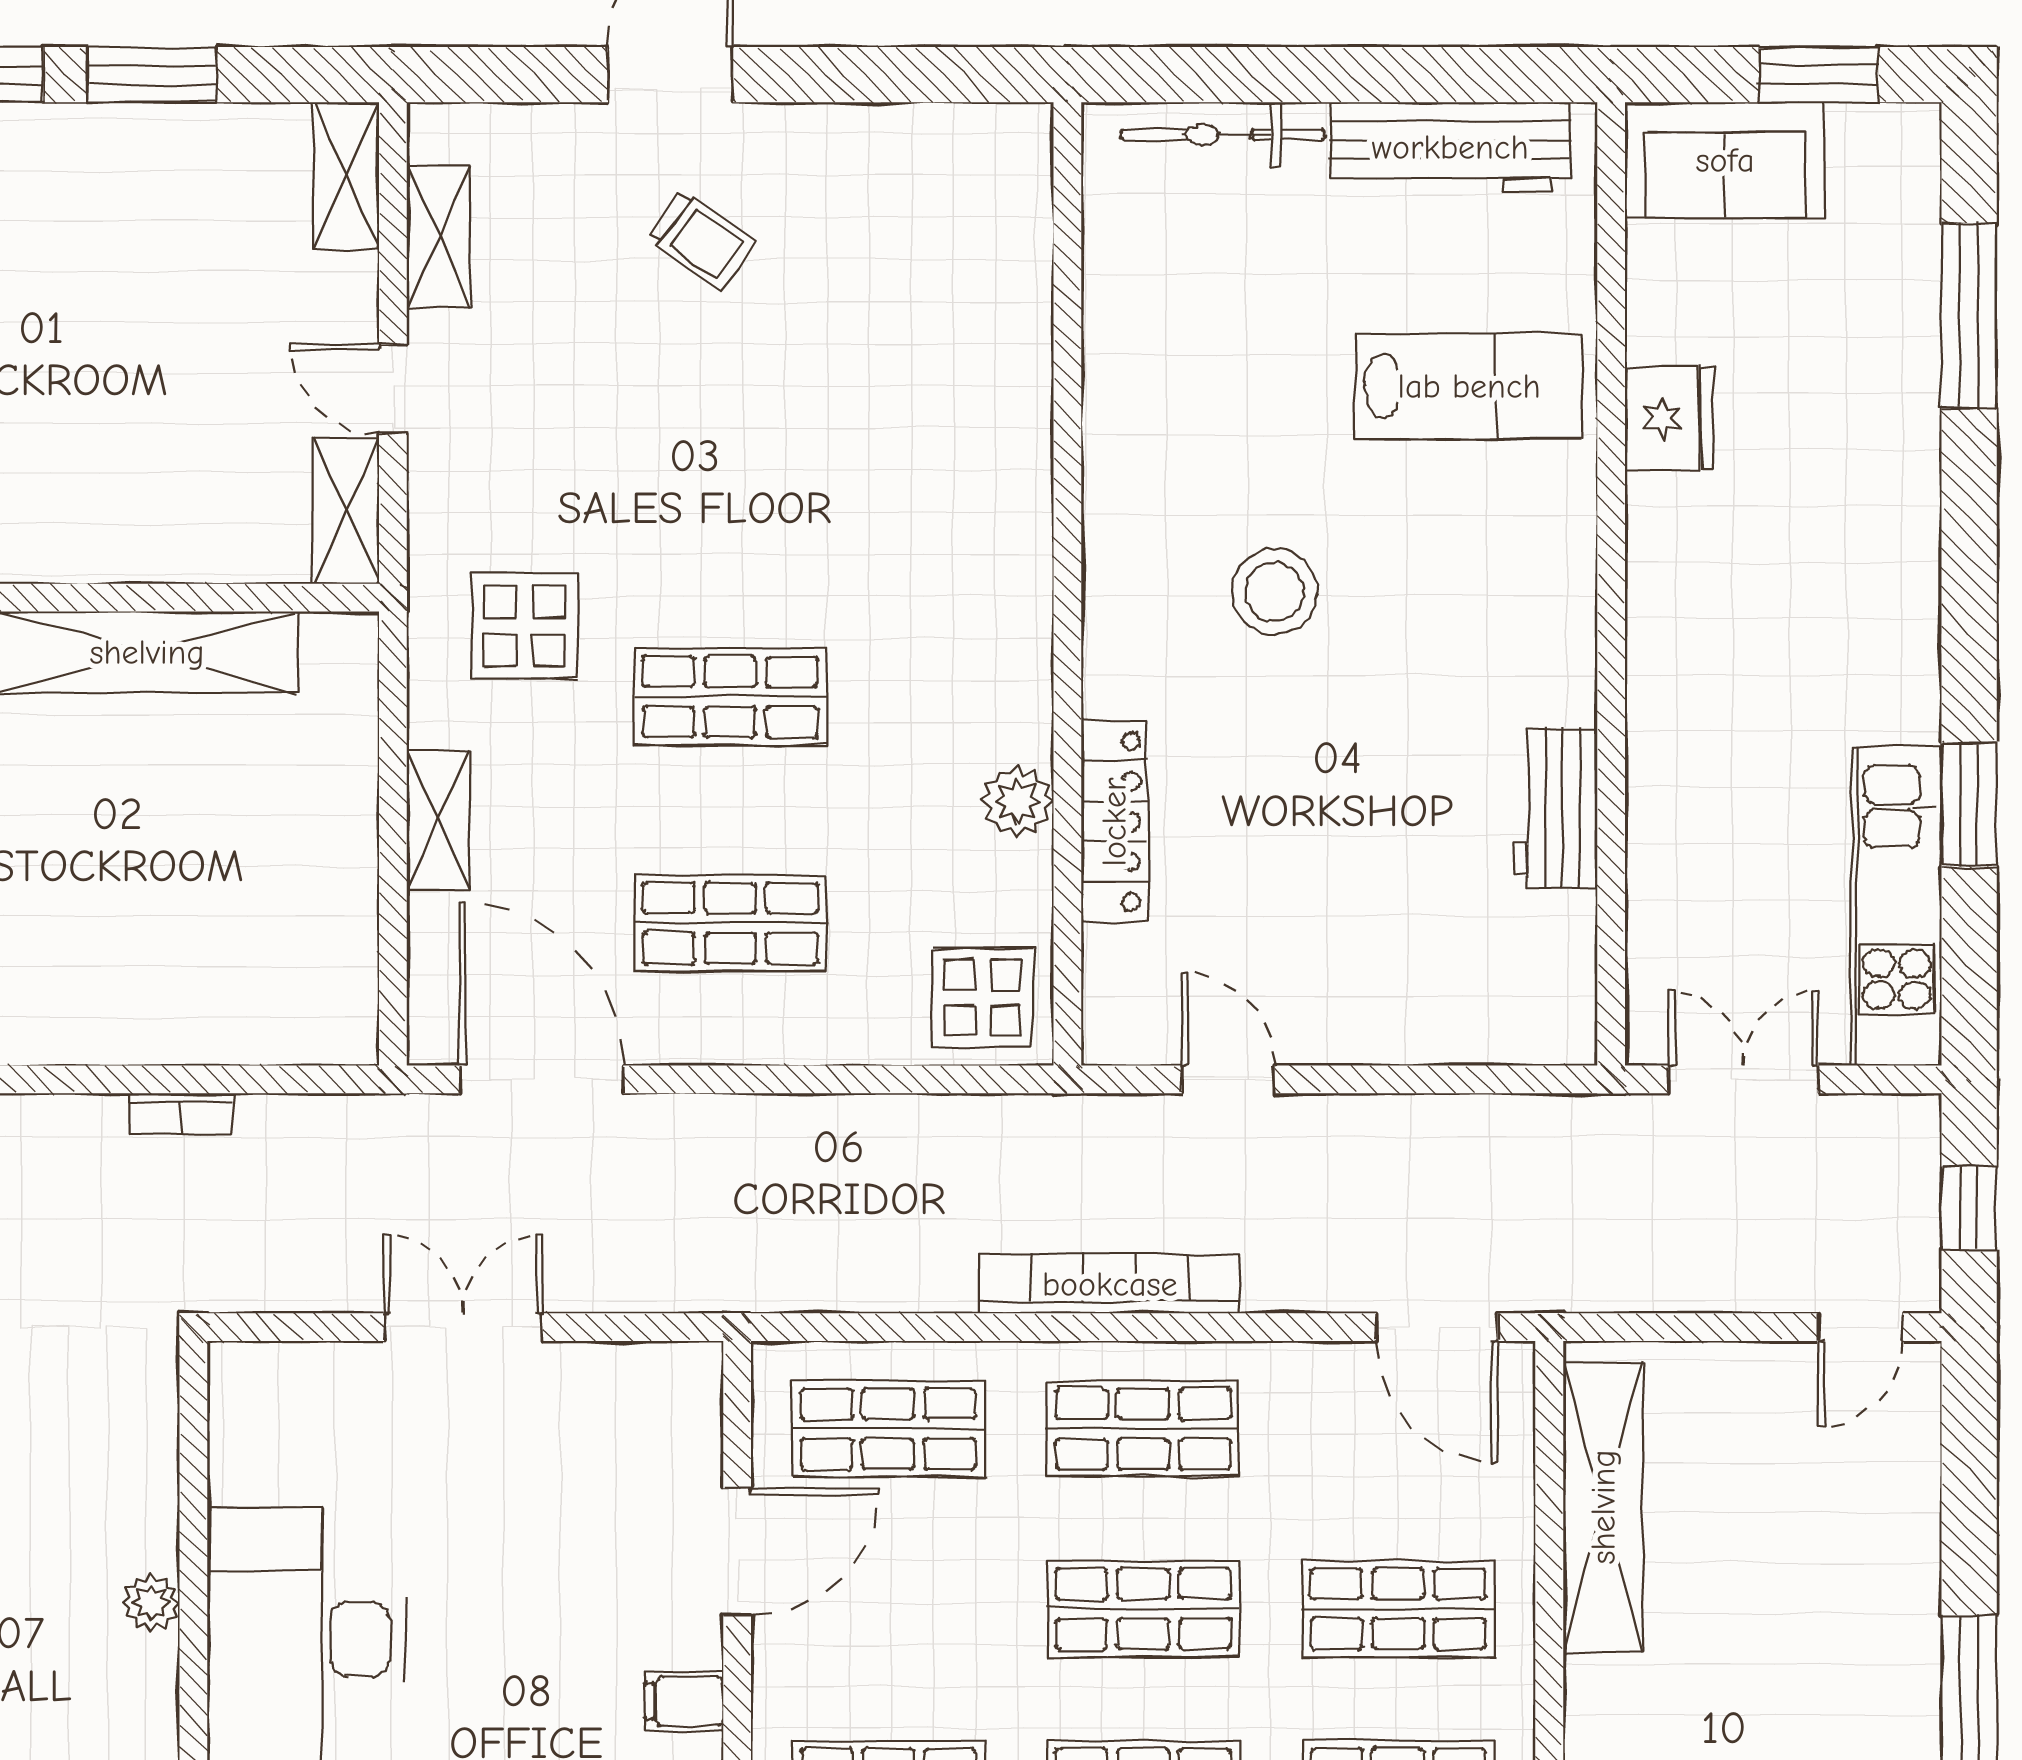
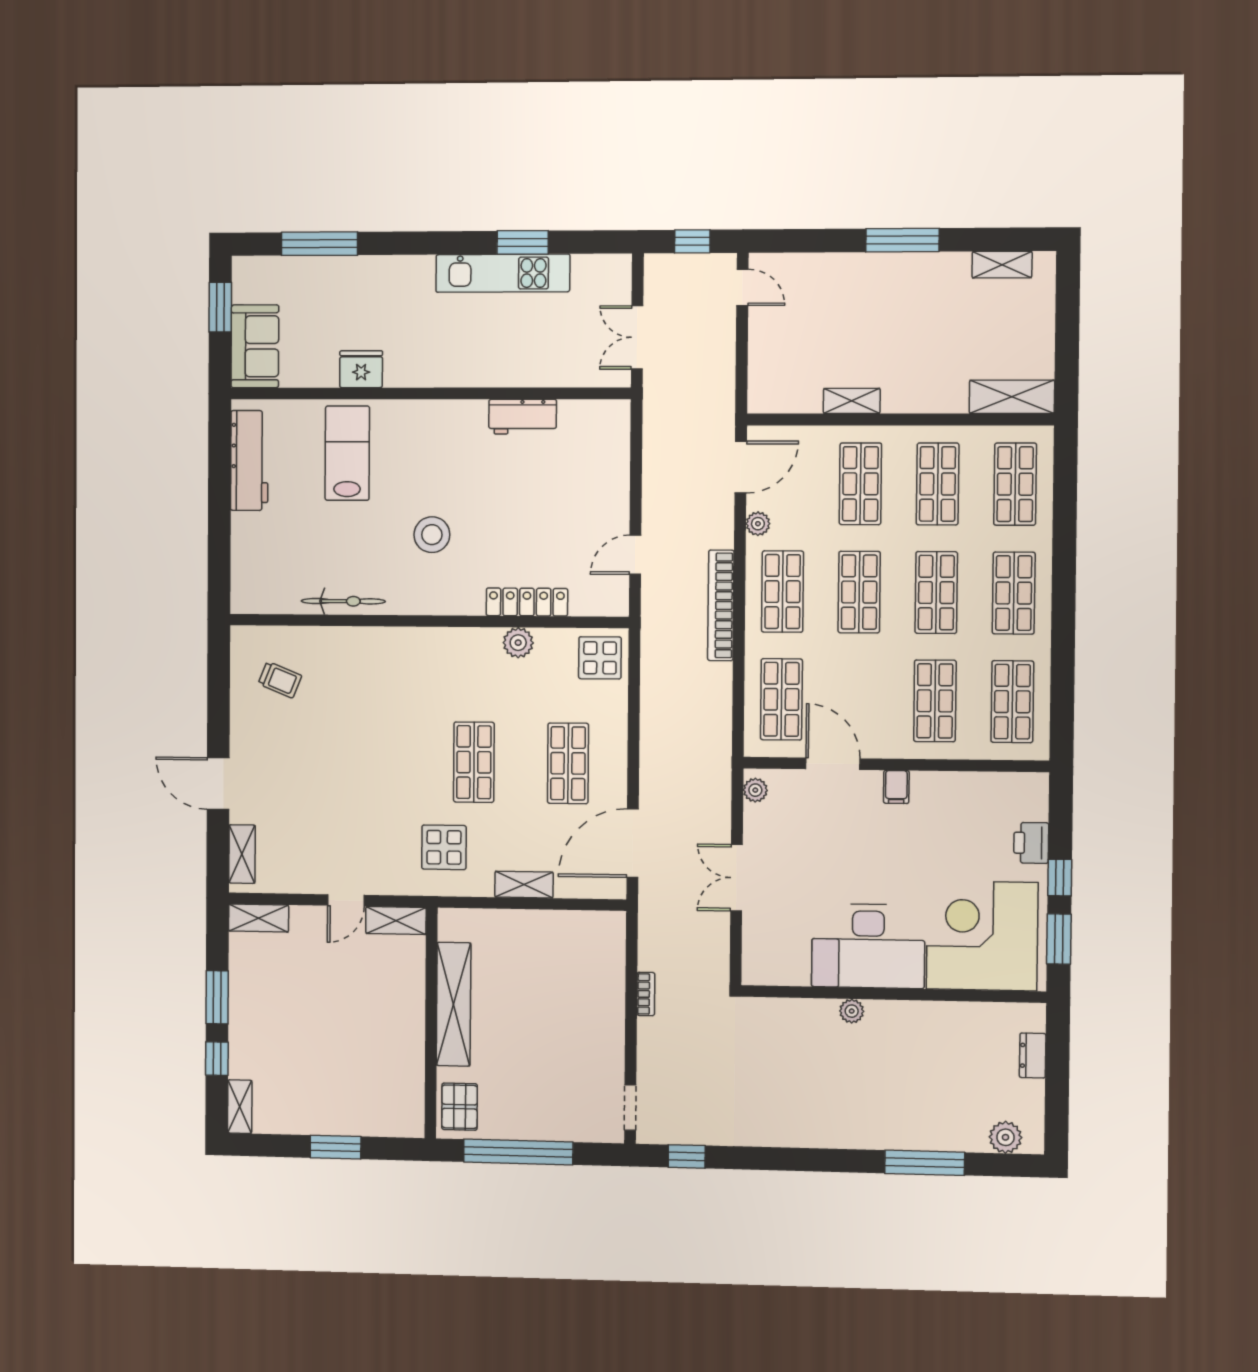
bicycle: (1223, 134) -> (343, 601), moved, turned -90
shelving: (439, 237) -> (242, 854), moved, turned 90
trolley: (702, 240) -> (280, 680), moved, turned 76
kitchen unit: (1896, 906) -> (503, 273), moved
plant: (1303, 1369) -> (758, 524), added
plant: (672, 1370) -> (755, 790), added
shelving: (1603, 1507) -> (852, 401), width x0.45, depth x0.75

